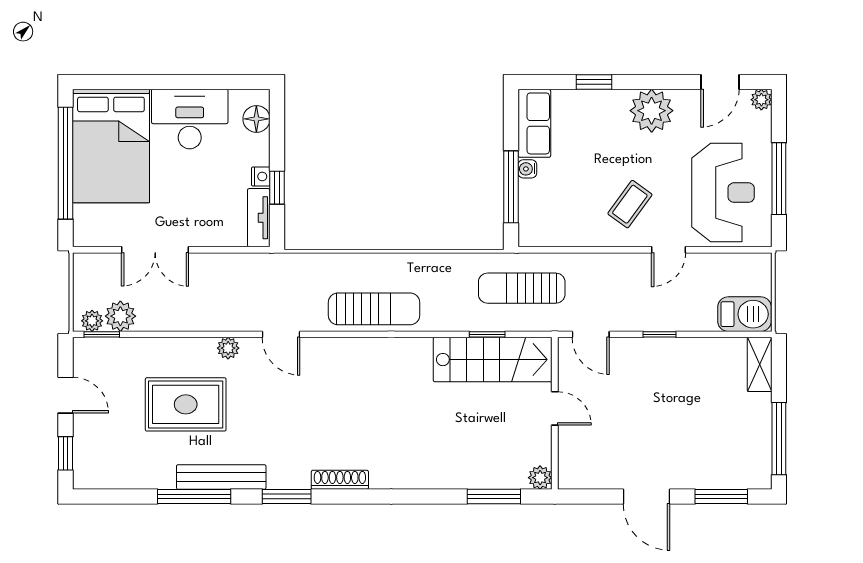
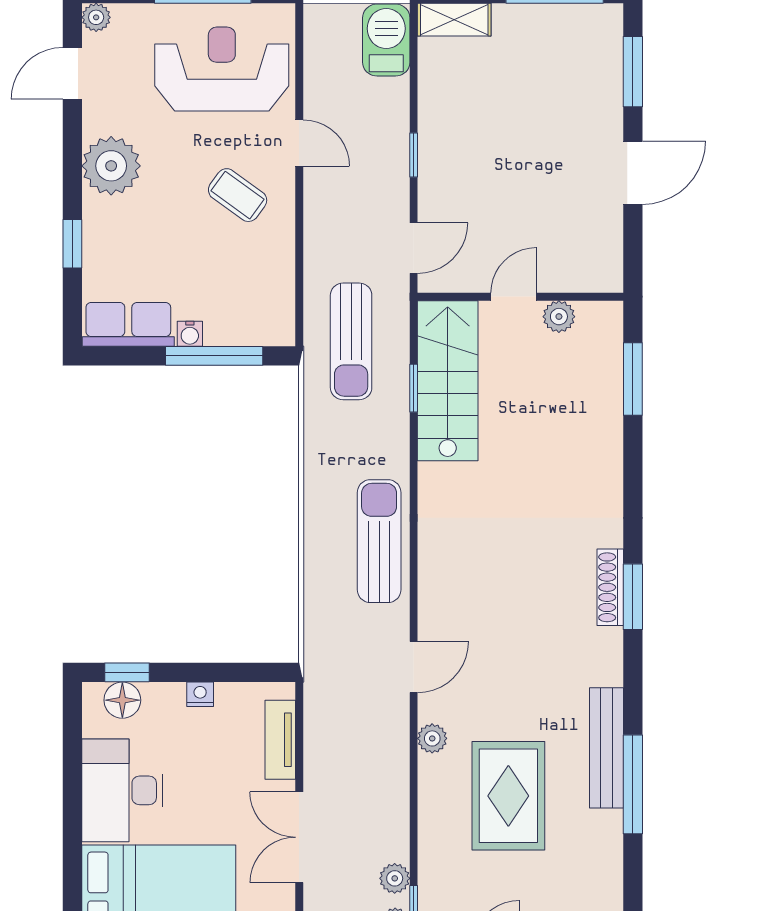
door: (720, 82) -> (72, 73), swing flipped
window: (277, 188) -> (127, 672), moved
tv unit: (259, 218) -> (280, 740), moved, turned 90
double door: (155, 250) -> (299, 837), swing flipped
plant: (120, 316) -> (395, 878), width x0.73, depth x0.73
plant: (540, 478) -> (559, 317), moved
window: (287, 497) -> (633, 597), moved

